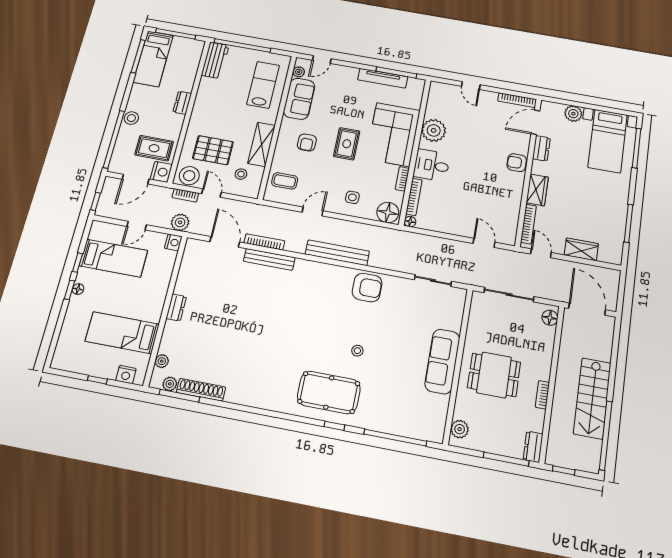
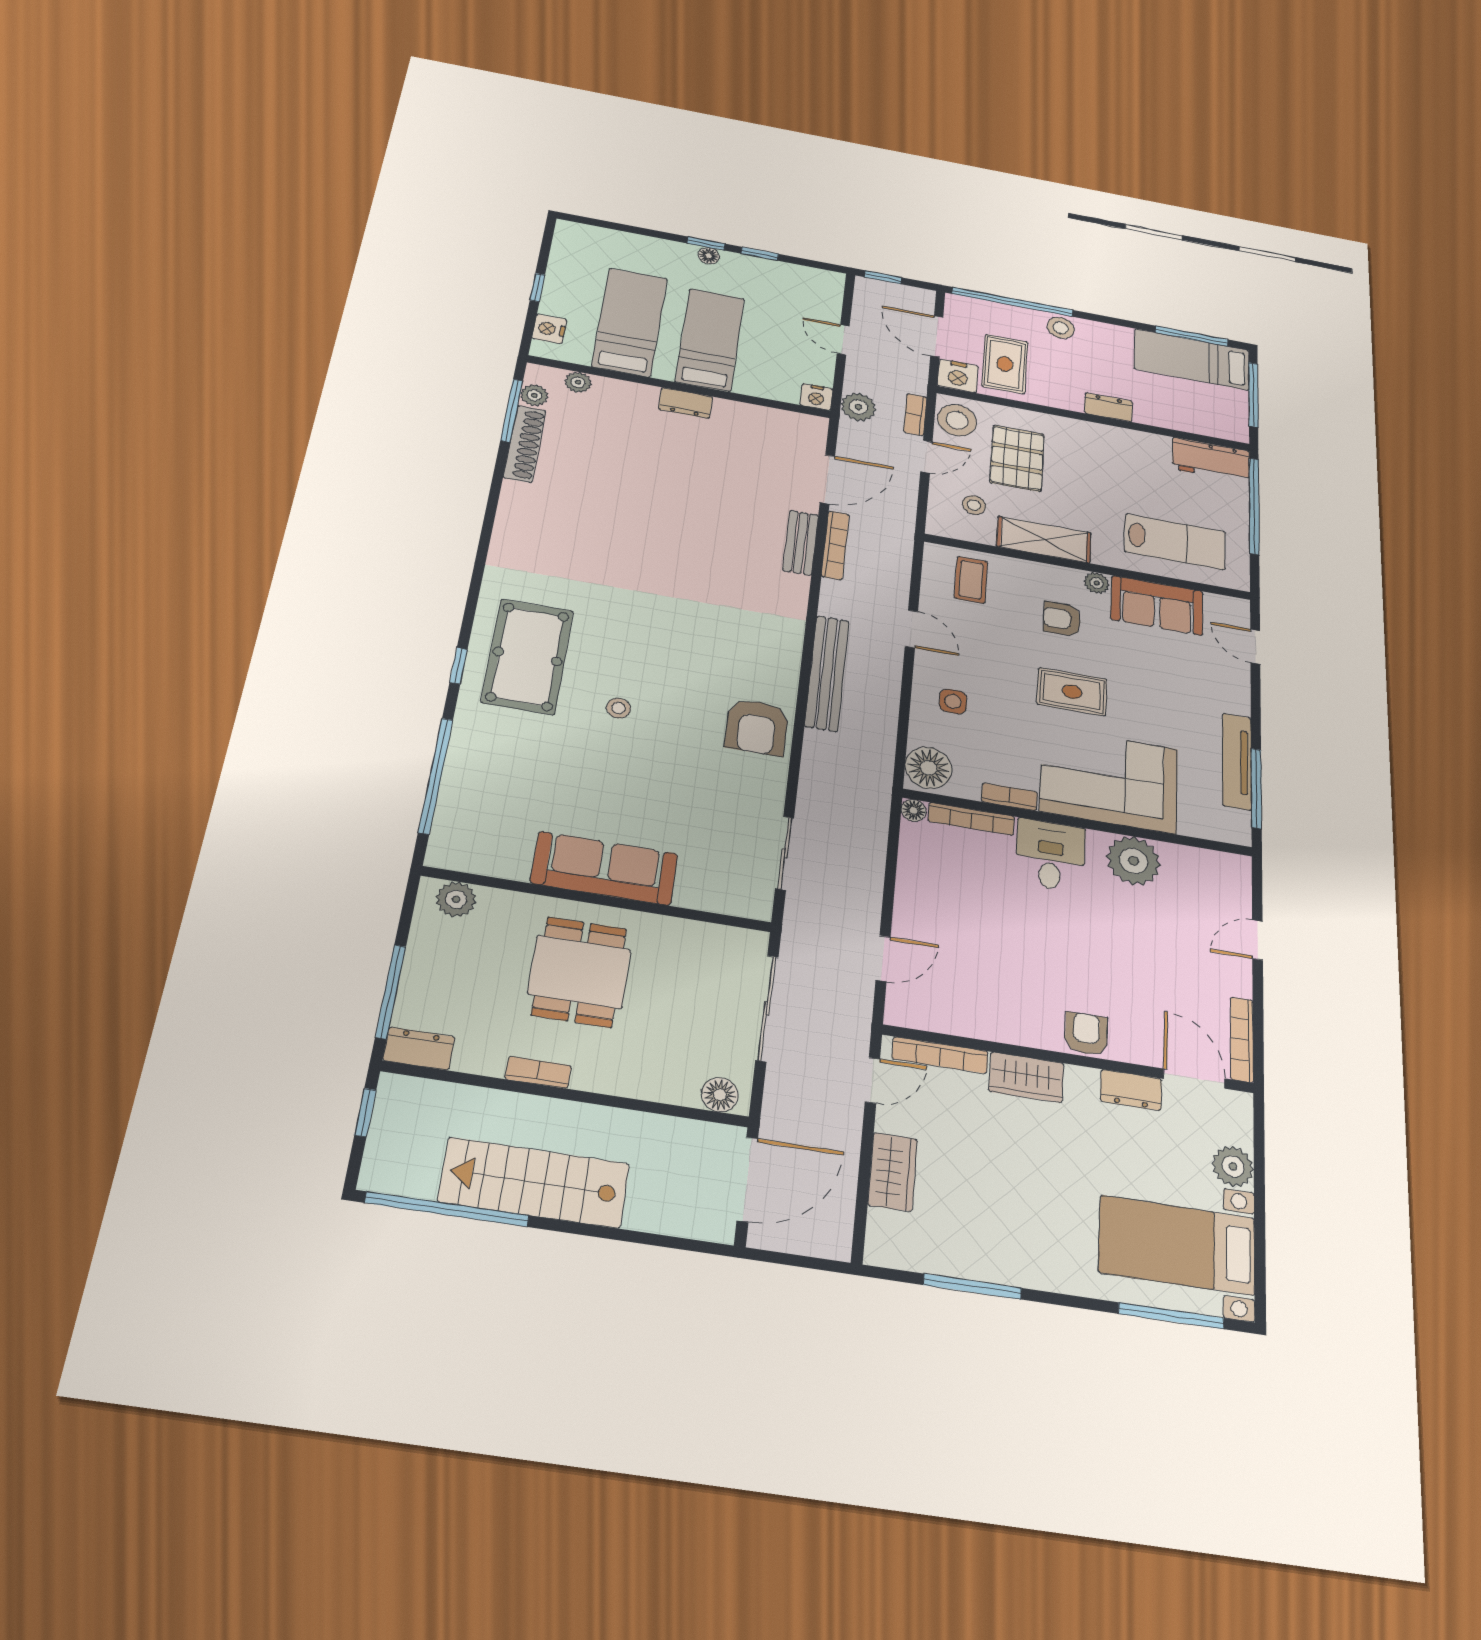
plant: (299, 72) -> (1097, 583), moved
bed: (113, 258) -> (710, 340), moved, turned 180
bench: (269, 259) -> (801, 543), width x0.73

